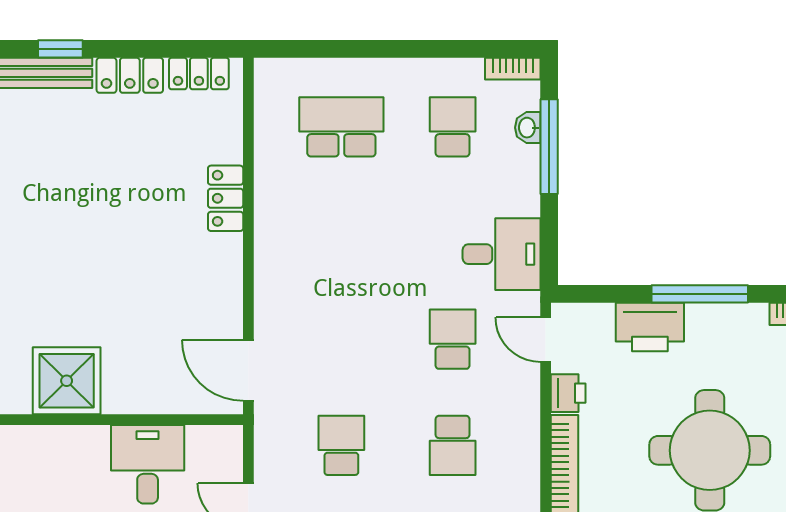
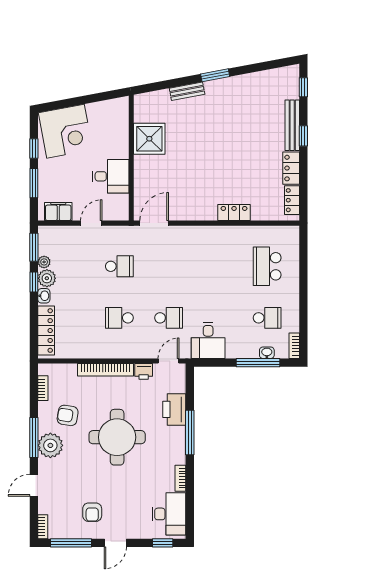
school desk: (341, 127) -> (267, 266), turned 180

